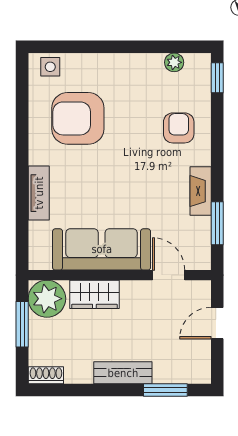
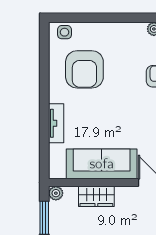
armchair: (78, 118) -> (84, 69), turned -90
plant: (47, 299) -> (56, 193), width x0.53, depth x0.53

